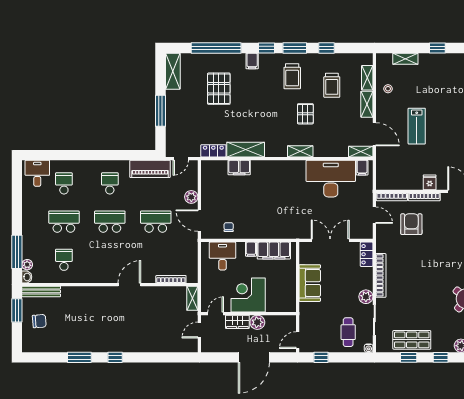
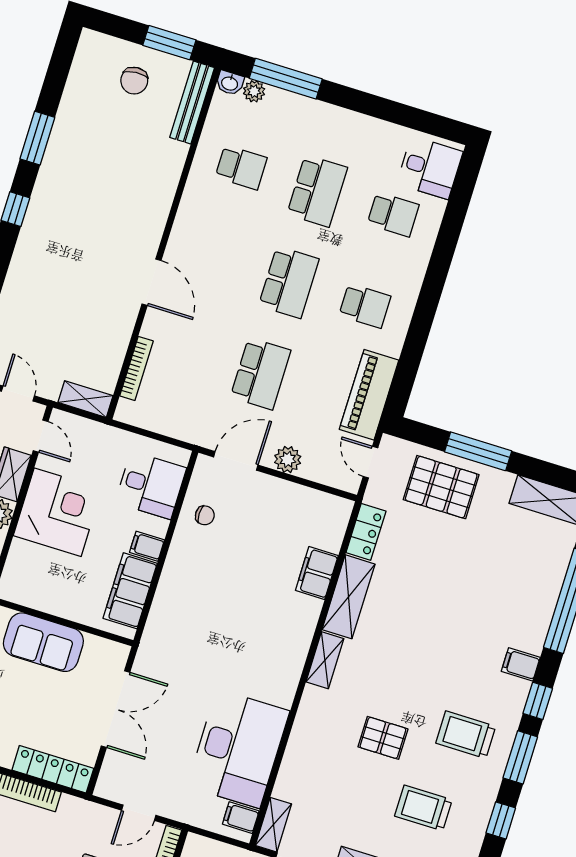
pallet: (219, 89) -> (441, 487), moved
shelving: (300, 151) -> (325, 660), moved
locker: (367, 254) -> (53, 769), width x1.53

